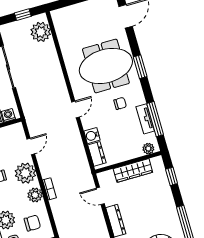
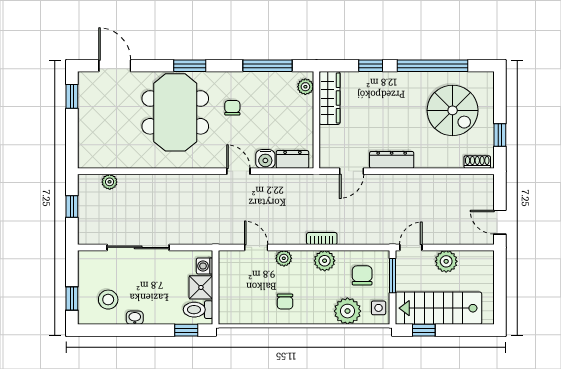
plant: (41, 32) -> (110, 182), width x0.53, depth x0.53
door: (76, 109) -> (238, 171), moved
tv unit: (145, 119) -> (263, 79), removed
wardrobe: (133, 171) -> (330, 98), moved
plant: (25, 173) -> (284, 258), width x0.53, depth x0.53
window: (172, 176) -> (371, 66), moved

